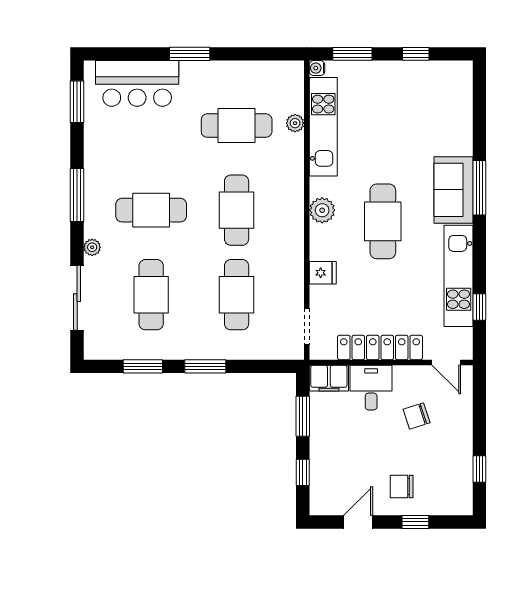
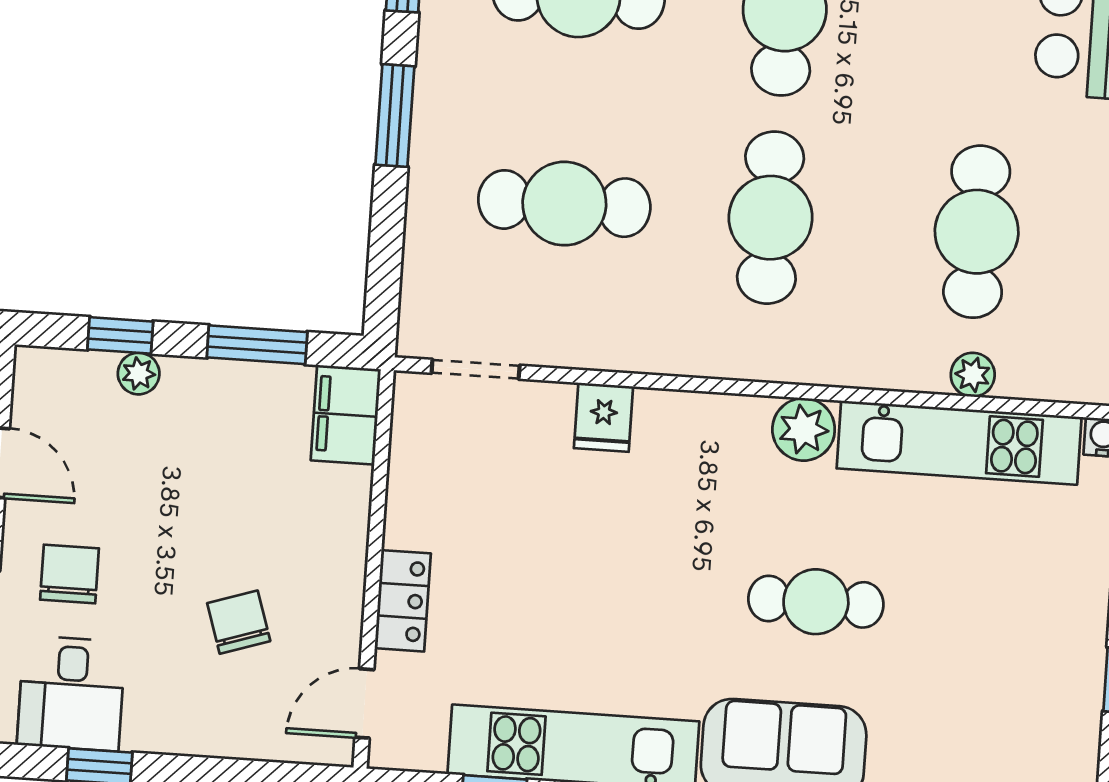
cafe table: (237, 210) -> (771, 218), turned 90
plant: (322, 210) -> (804, 429), moved
cafe table: (383, 221) -> (816, 602), moved, width x0.73, depth x0.74
locker: (380, 347) -> (403, 601), width x0.46, depth x0.83
desk: (371, 388) -> (71, 693), moved, turned 90
plant: (318, 464) -> (139, 374), added

